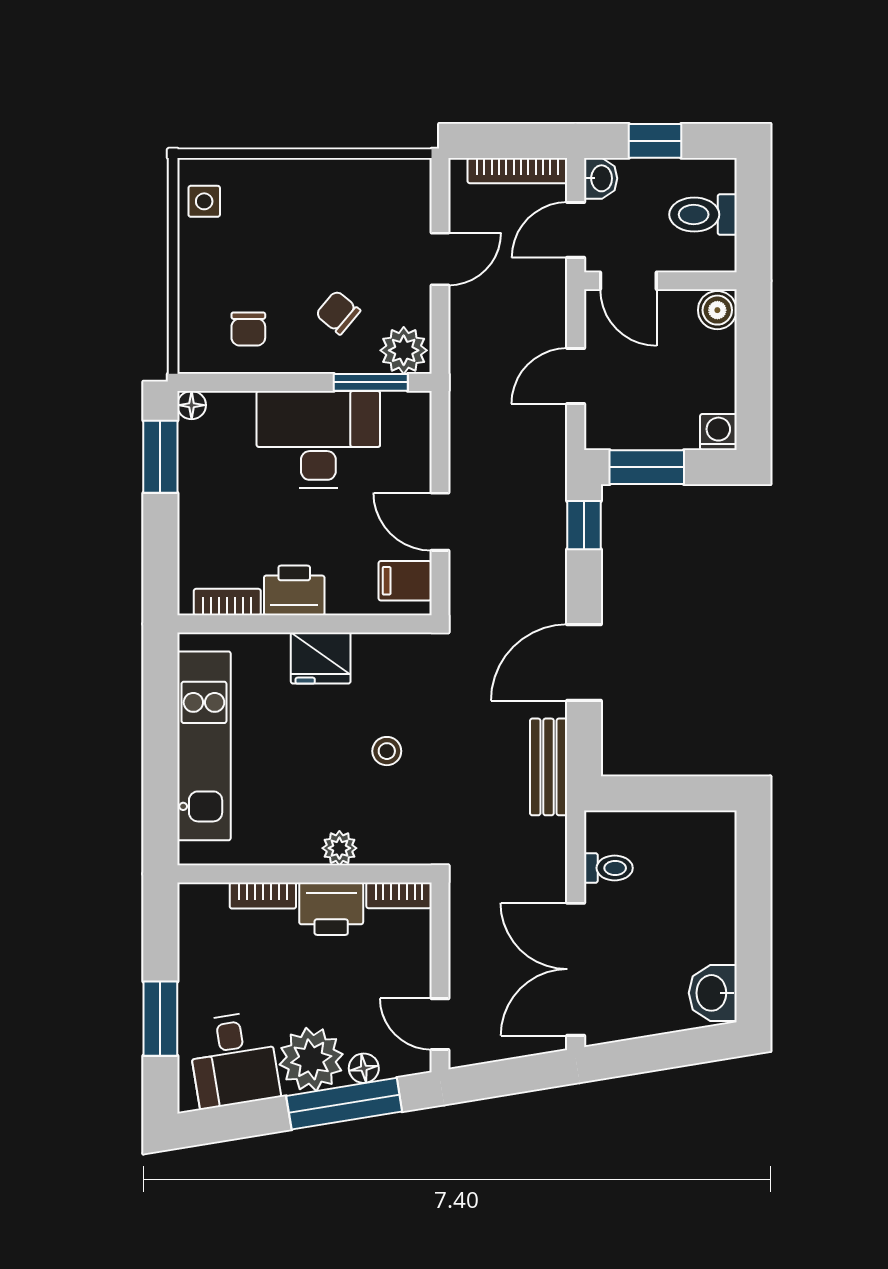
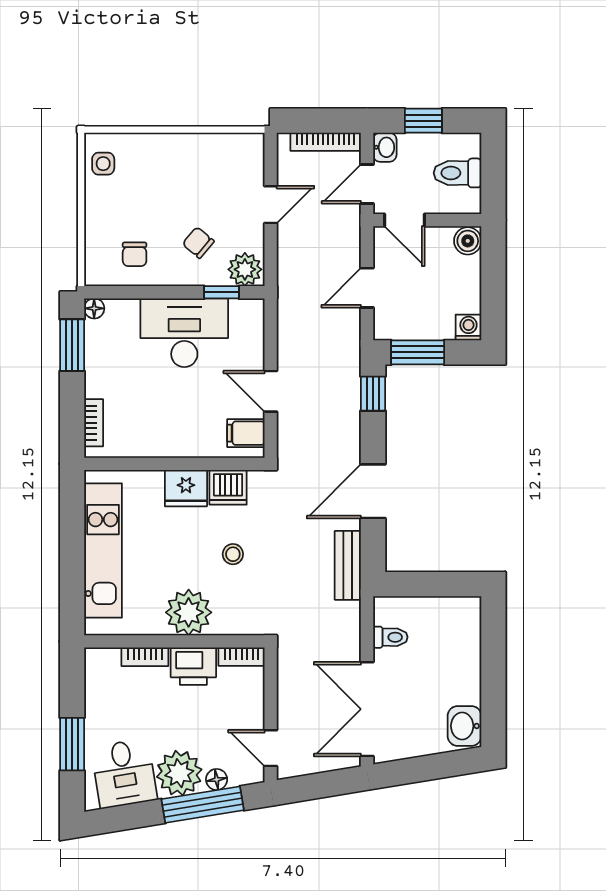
window: (371, 382) -> (222, 292), width x0.67
printer: (294, 590) -> (167, 440), removed
bookcase: (227, 602) -> (94, 423), moved, turned 90
dishwasher: (380, 657) -> (228, 487), added
plant: (339, 848) -> (189, 612), width x1.87, depth x1.87

